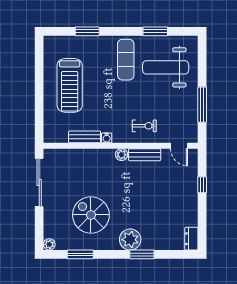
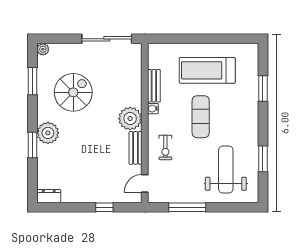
exercise mat: (126, 60) -> (201, 117), moved, turned 90
plant: (122, 155) -> (130, 119), width x1.88, depth x1.88

